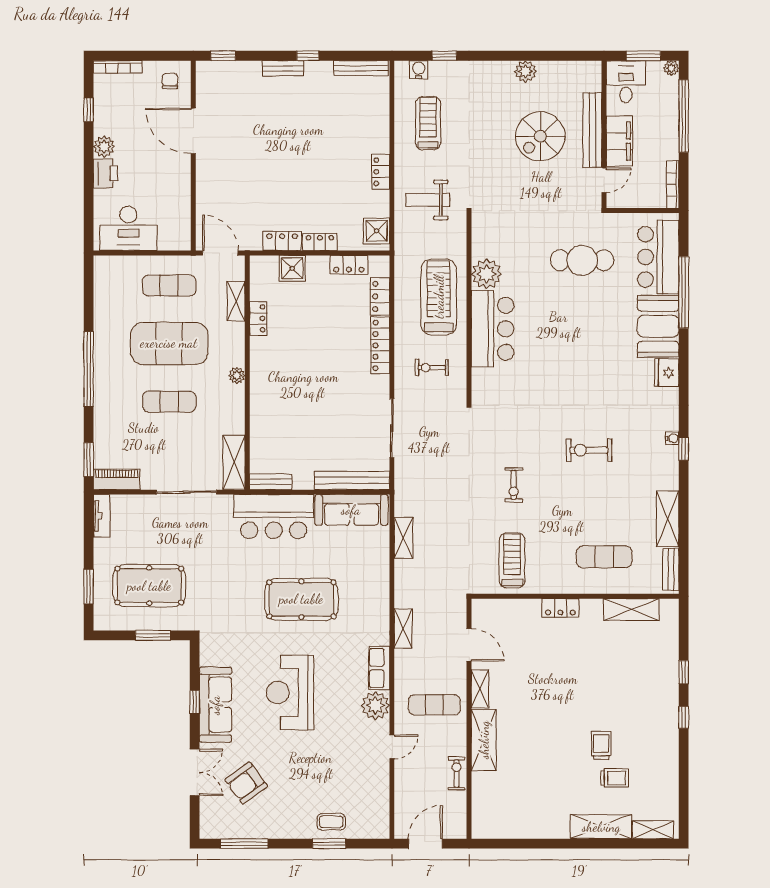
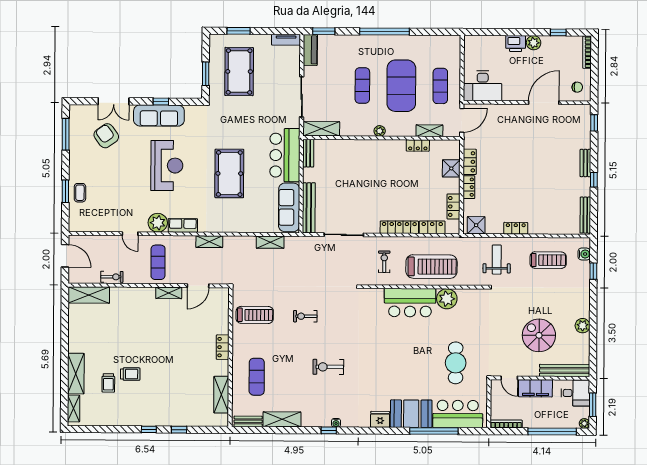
bench: (592, 130) -> (565, 370), moved
desk: (128, 228) -> (483, 86), moved, turned -90
exercise bike: (589, 450) -> (328, 367), turned -90
reception desk: (290, 692) -> (167, 165), turned 90
shelving: (484, 740) -> (89, 295), moved

